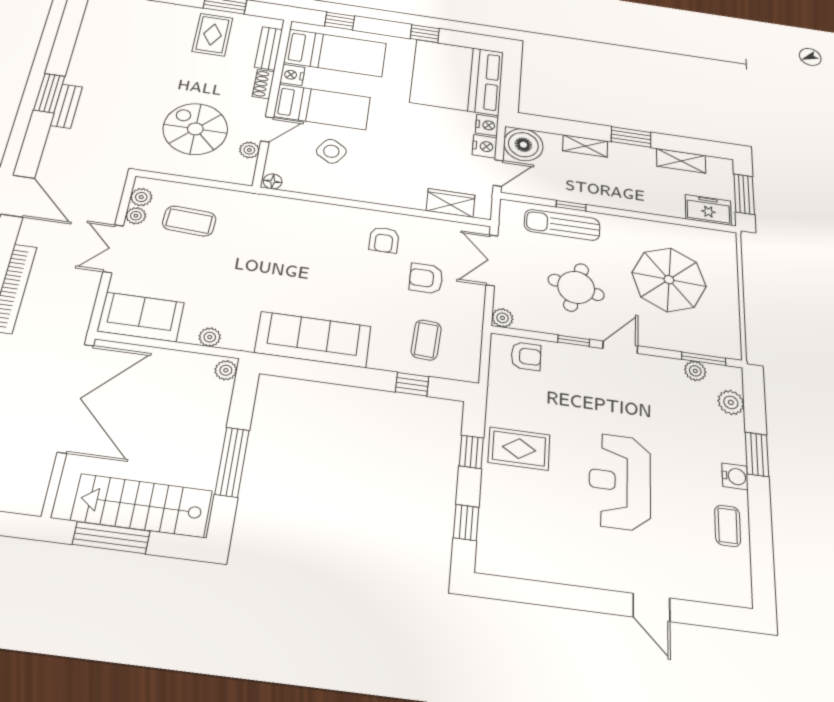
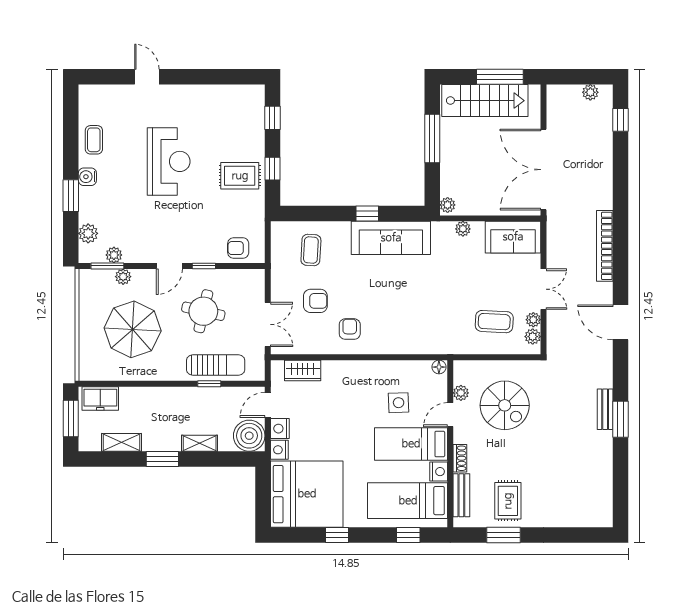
side table: (331, 151) -> (399, 403), turned -35
plant: (502, 318) -> (123, 277), moved
window: (412, 384) -> (367, 214), moved

